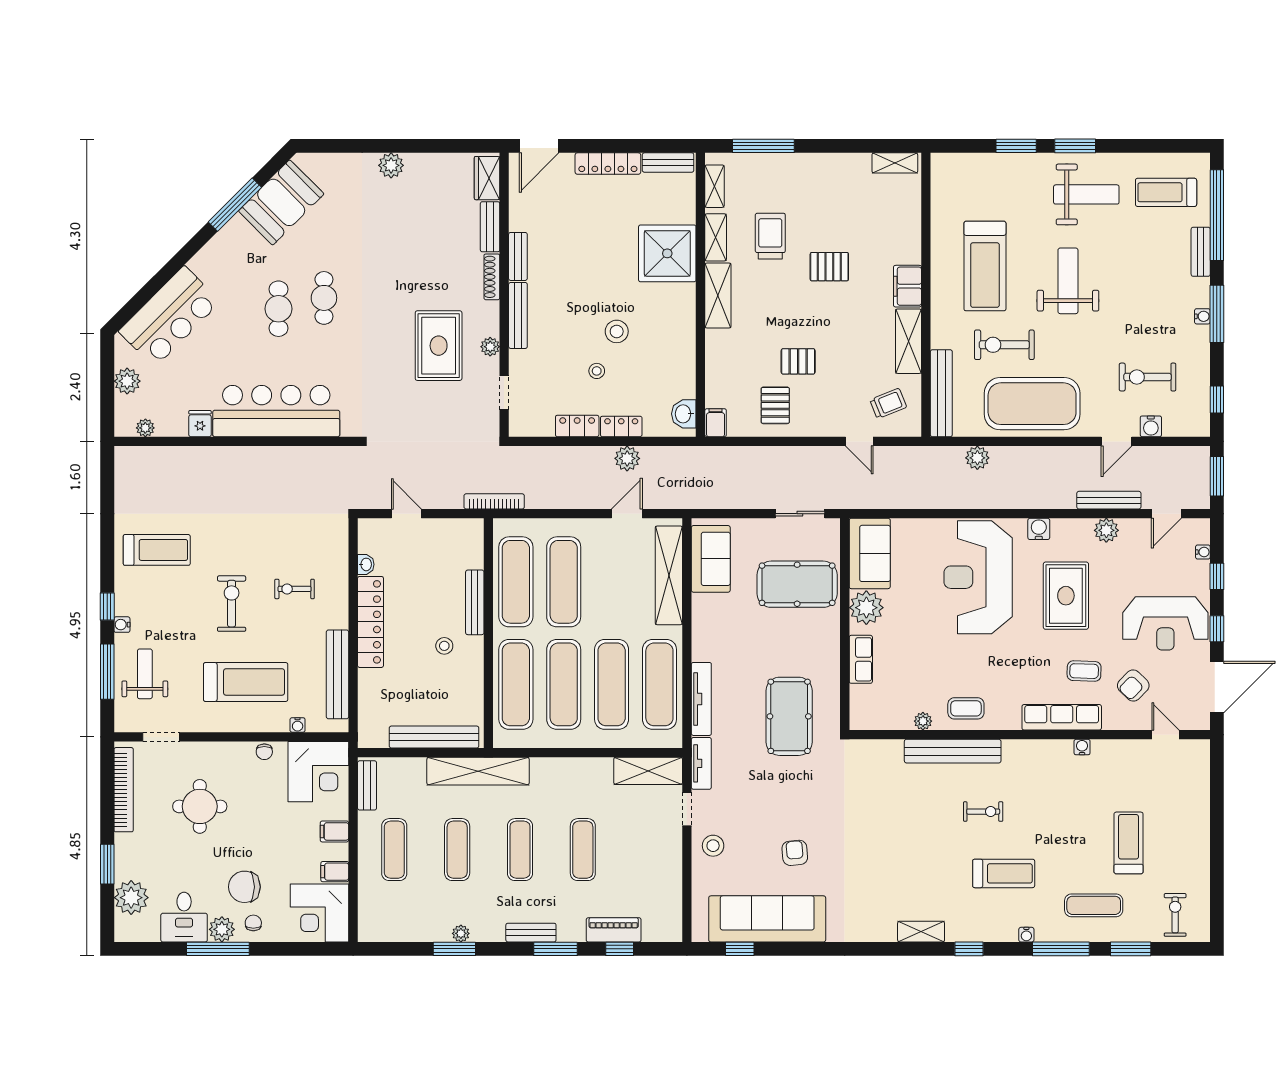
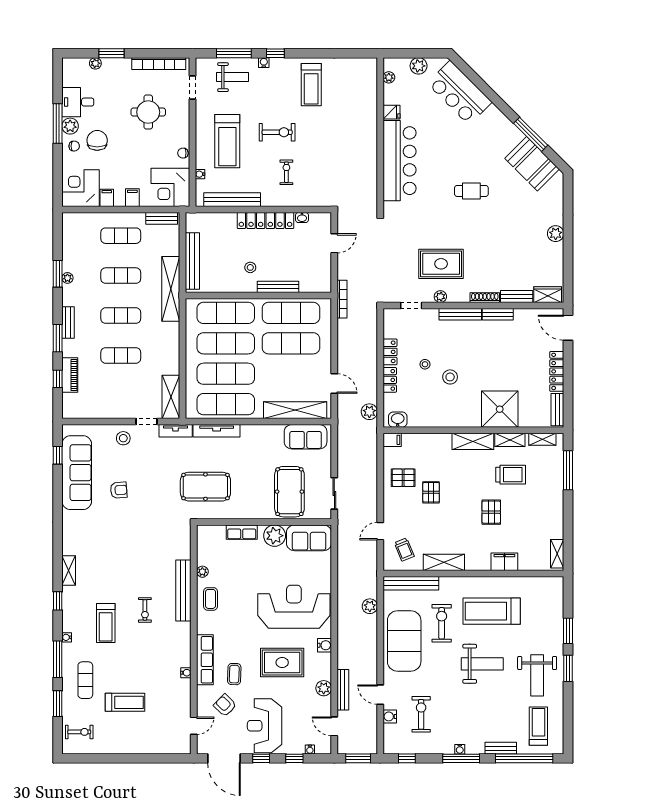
filing cabinet: (907, 286) -> (504, 562), moved
cafe table: (278, 309) -> (465, 162), removed
plant: (627, 458) -> (369, 412), moved
plant: (131, 898) -> (95, 63), width x0.53, depth x0.53

